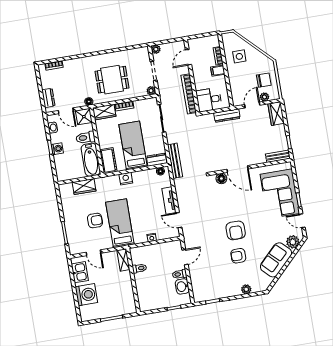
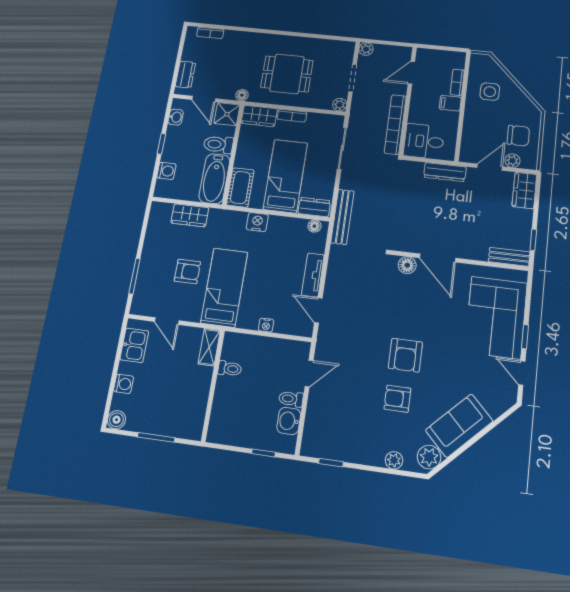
washing machine: (57, 149) -> (166, 171), moved
plant: (293, 242) -> (429, 457), moved
washing machine: (86, 295) -> (124, 384), width x0.53, depth x0.53
boiler: (85, 316) -> (116, 420), added

